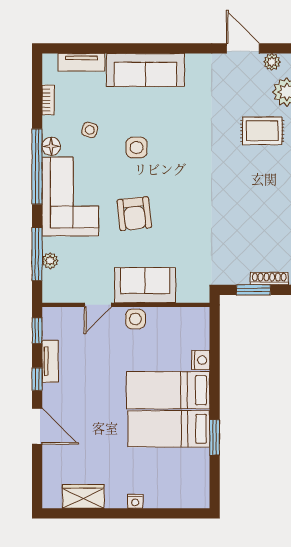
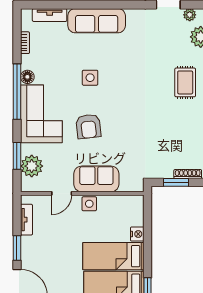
side table: (90, 130) -> (56, 65), removed
rug: (262, 131) -> (185, 82), moved, turned 90
window: (37, 254) -> (17, 156), width x0.69
plant: (50, 261) -> (32, 166), width x1.87, depth x1.87
window: (37, 331) -> (17, 212), removed
tv unit: (50, 361) -> (27, 220), moved
window: (37, 379) -> (17, 248), width x1.50

